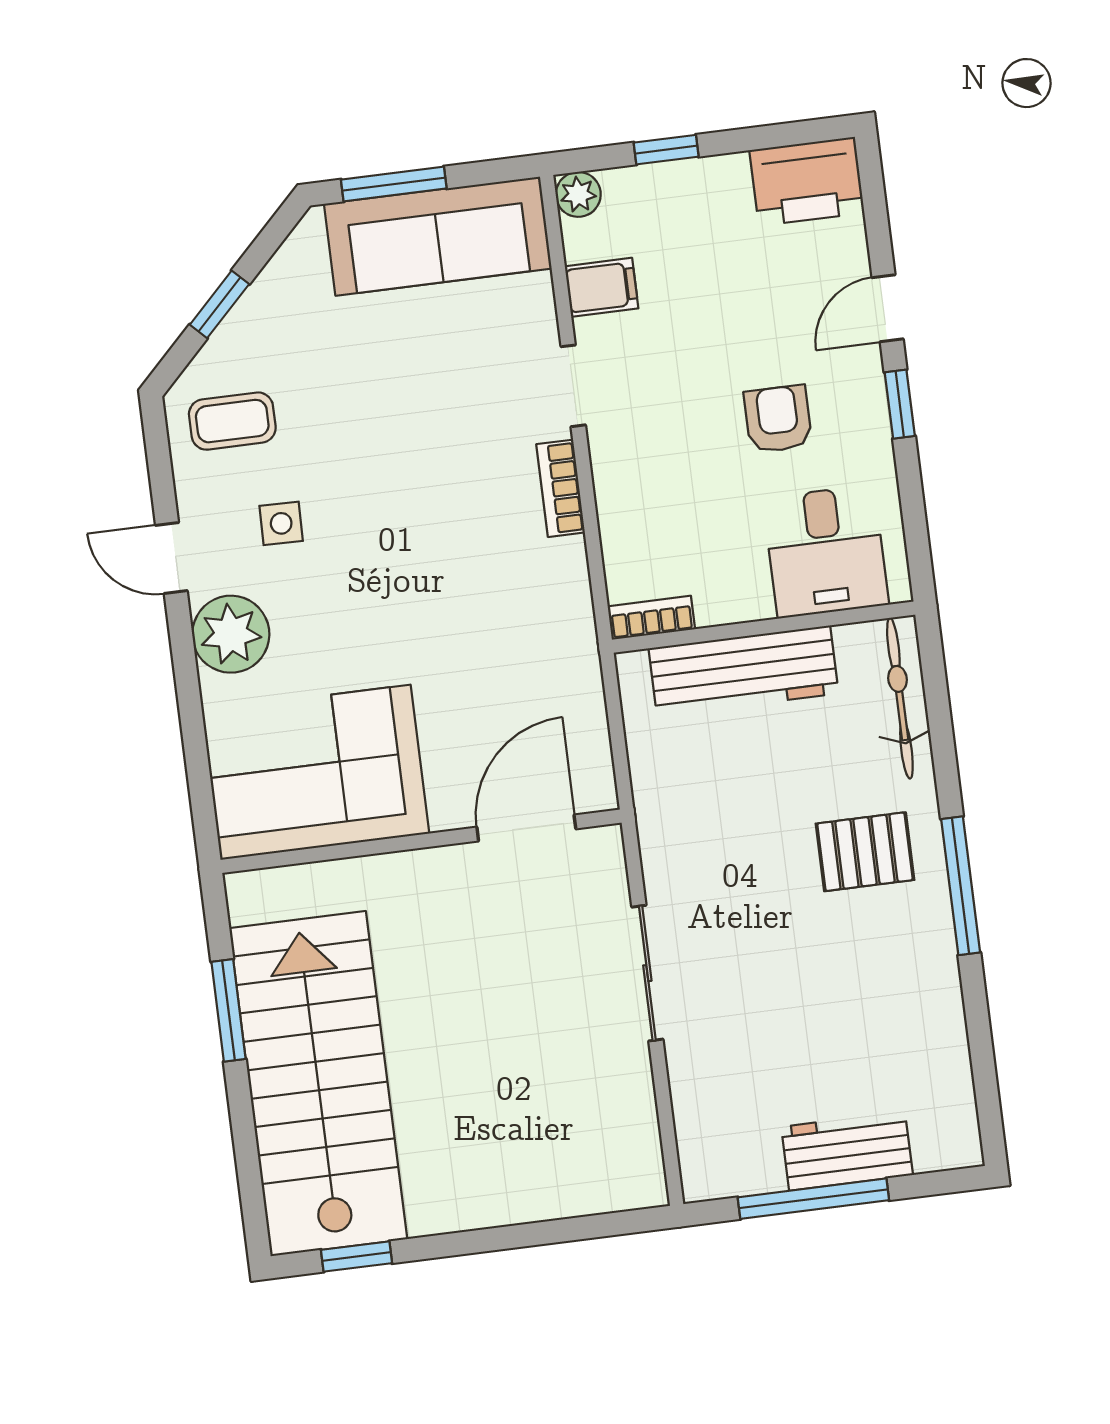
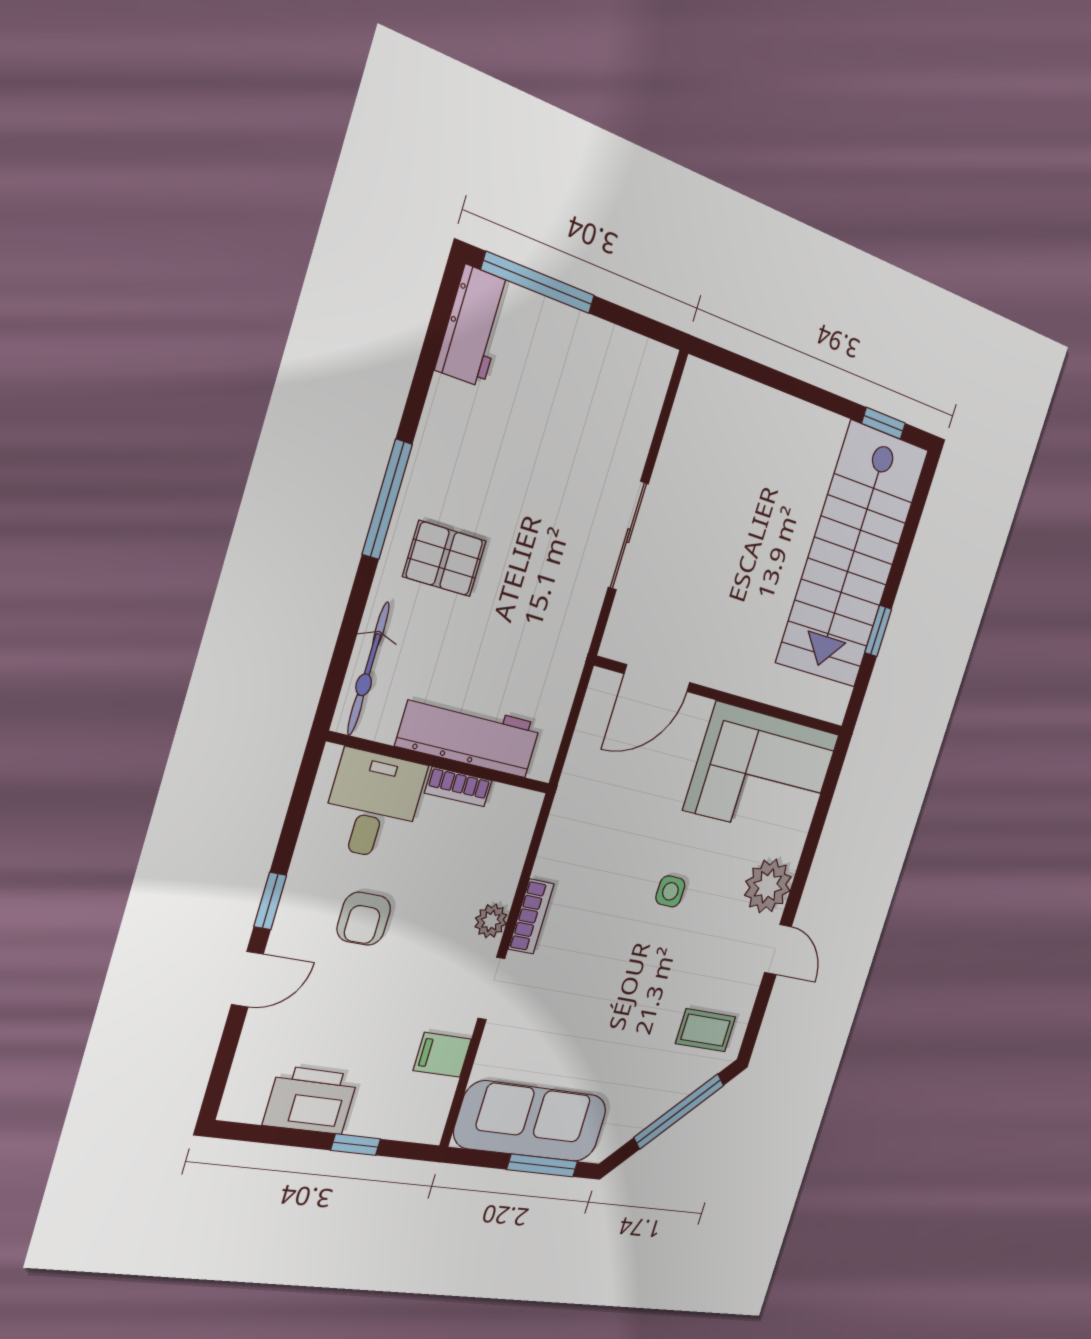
printer: (807, 181) -> (311, 1100), moved
plant: (578, 194) -> (491, 921), moved
window: (219, 304) -> (679, 1111), width x2.17
side table: (281, 523) -> (670, 891), moved
bookcase: (651, 618) -> (458, 787), moved
window: (228, 1010) -> (878, 631), width x0.67
workbench: (847, 1151) -> (474, 326), moved, turned -90
window: (813, 1199) -> (538, 283), moved

